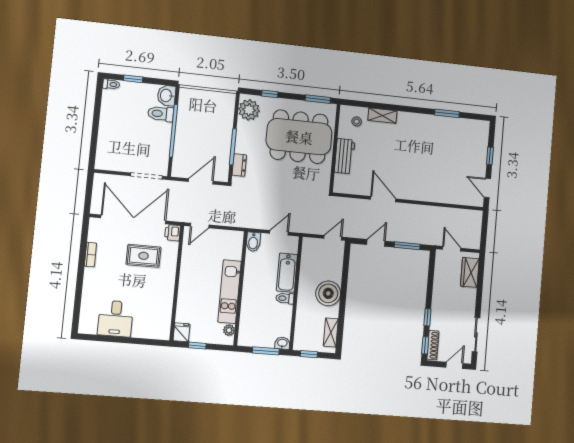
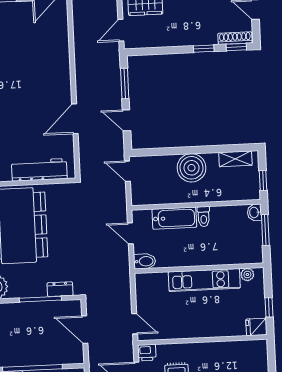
workbench: (345, 156) -> (39, 170), width x1.38

